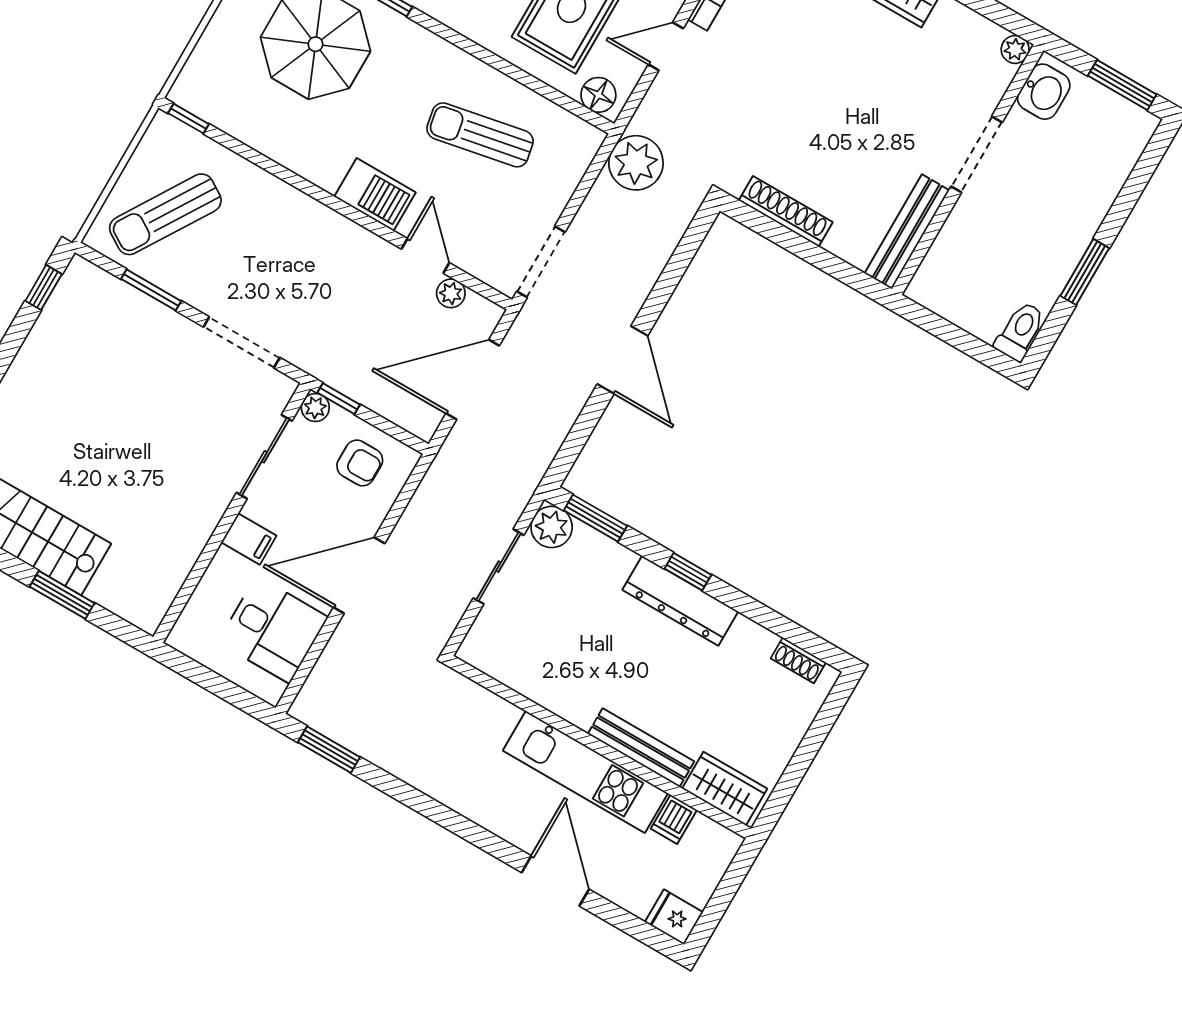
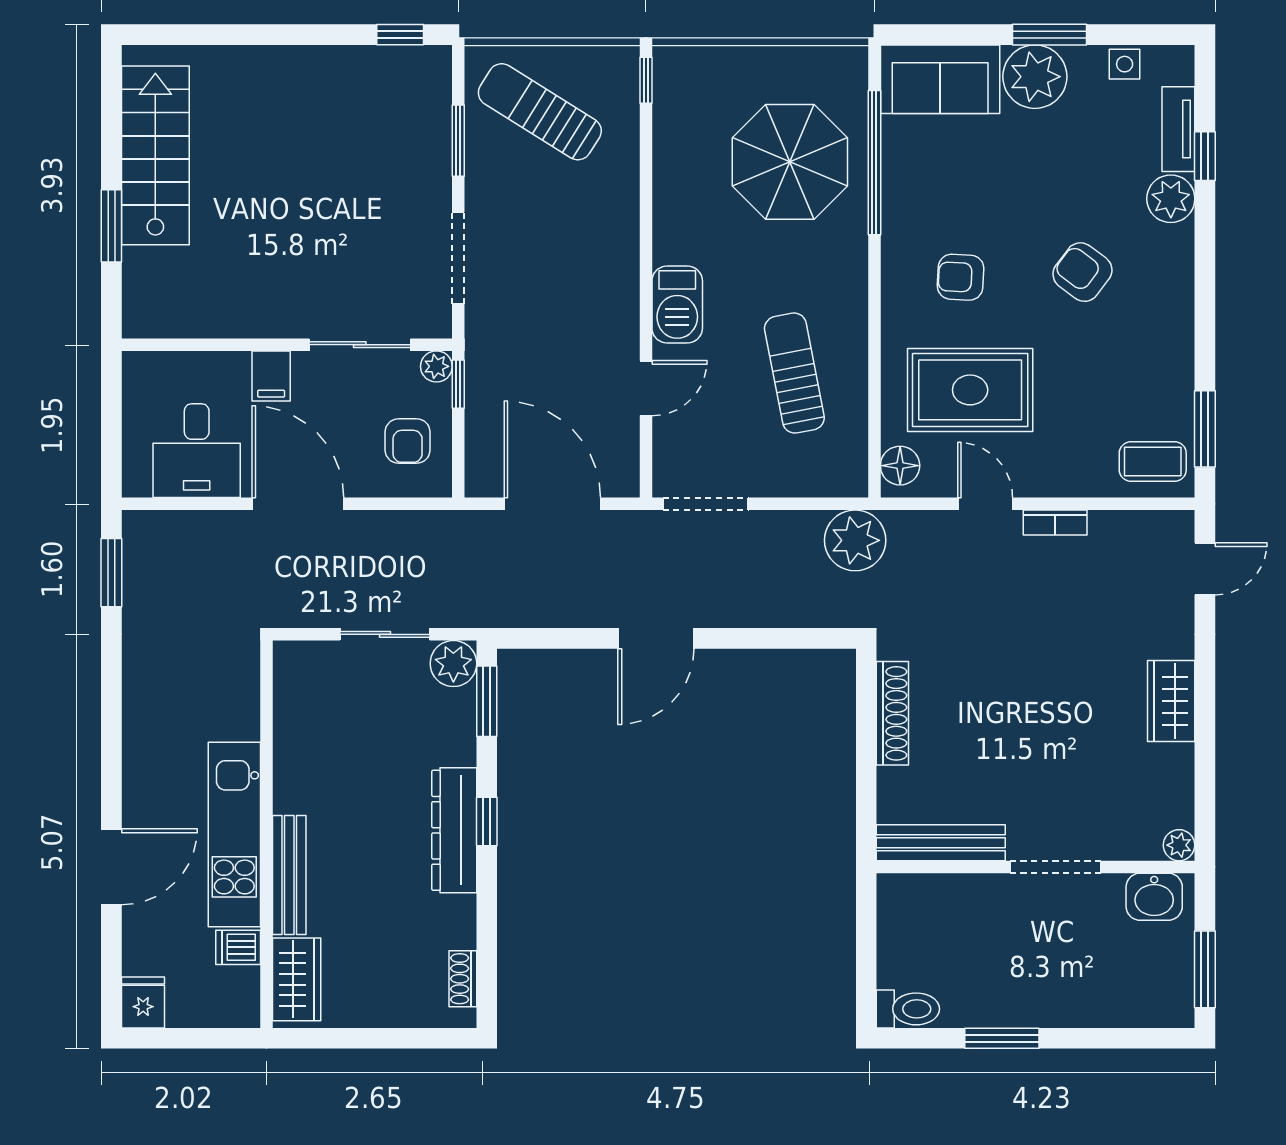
plant: (451, 293) -> (624, 434), removed

